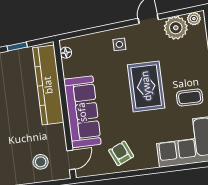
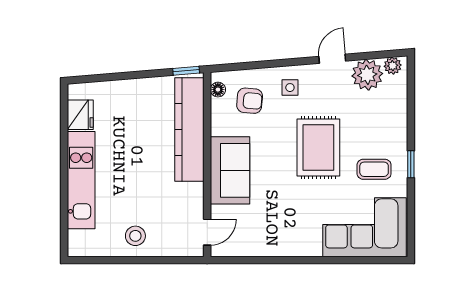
window: (17, 46) -> (186, 71), moved
sofa: (82, 112) -> (230, 170), width x0.73
armchair: (121, 153) -> (250, 101), moved, turned 119
stool: (41, 162) -> (135, 236), moved

